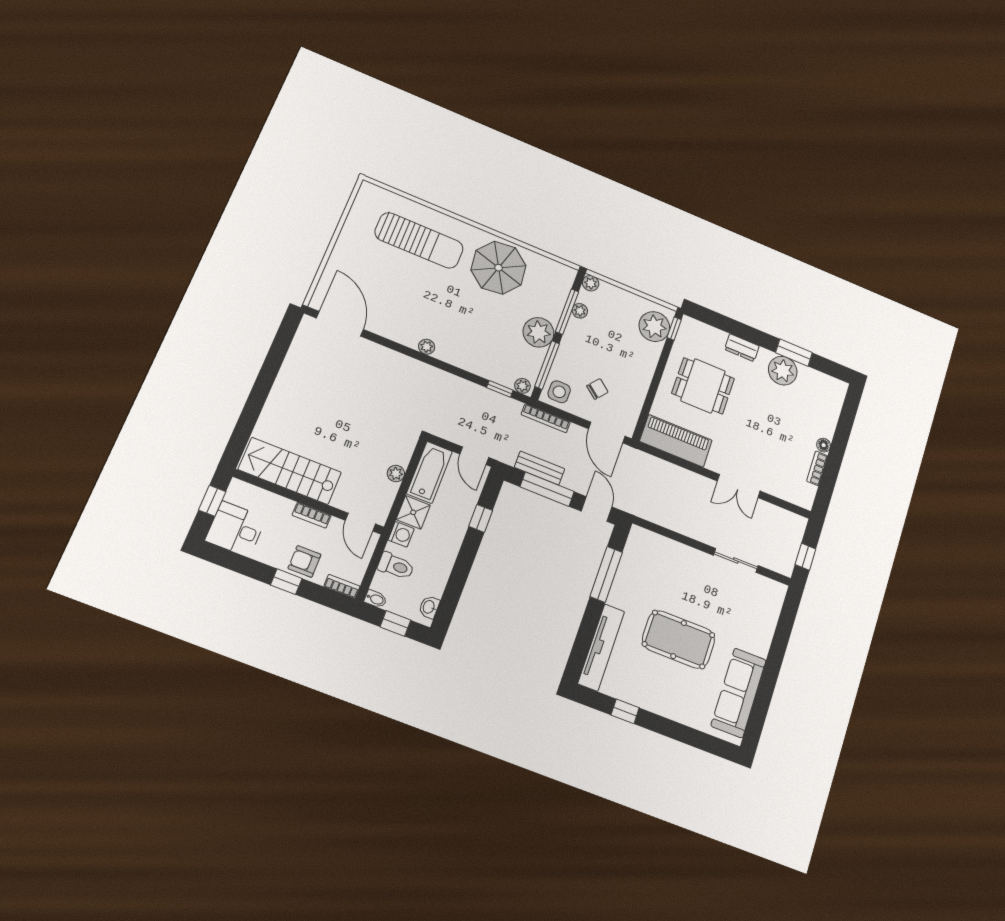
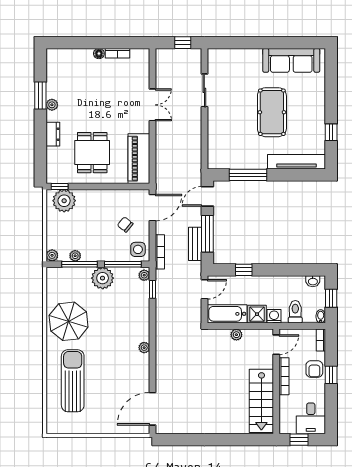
plant: (783, 371) -> (52, 105), width x0.53, depth x0.53
bookcase: (312, 515) -> (284, 376), width x1.56

